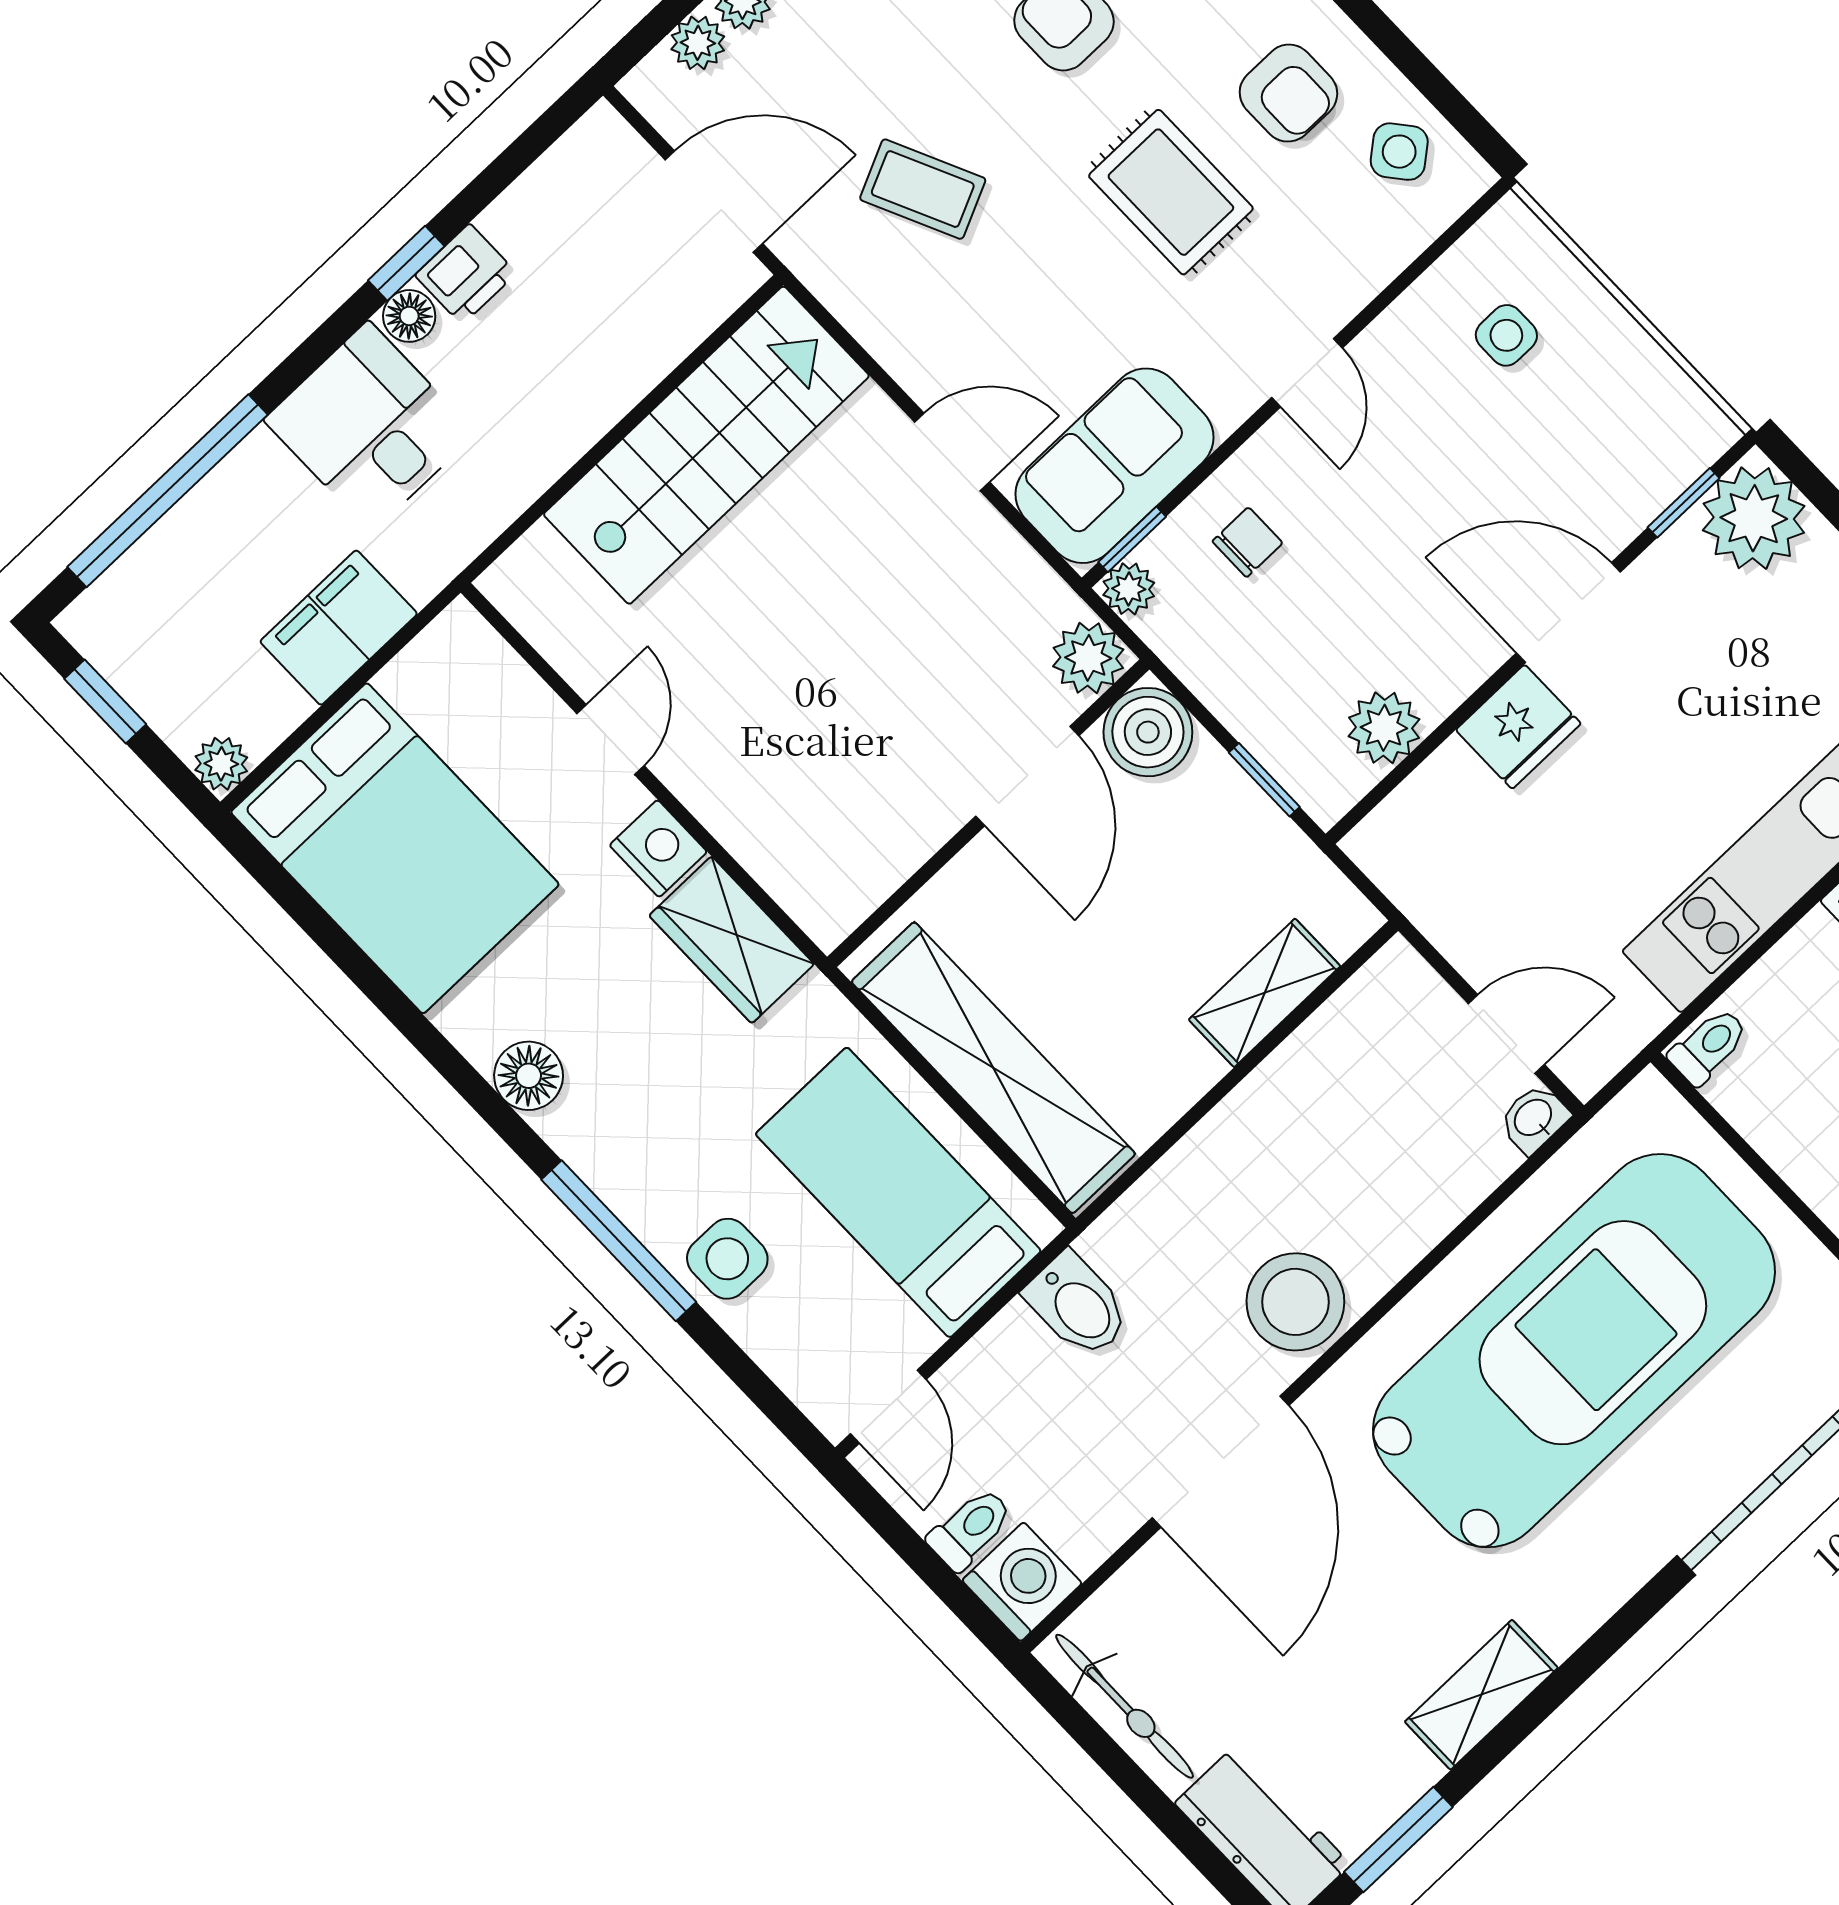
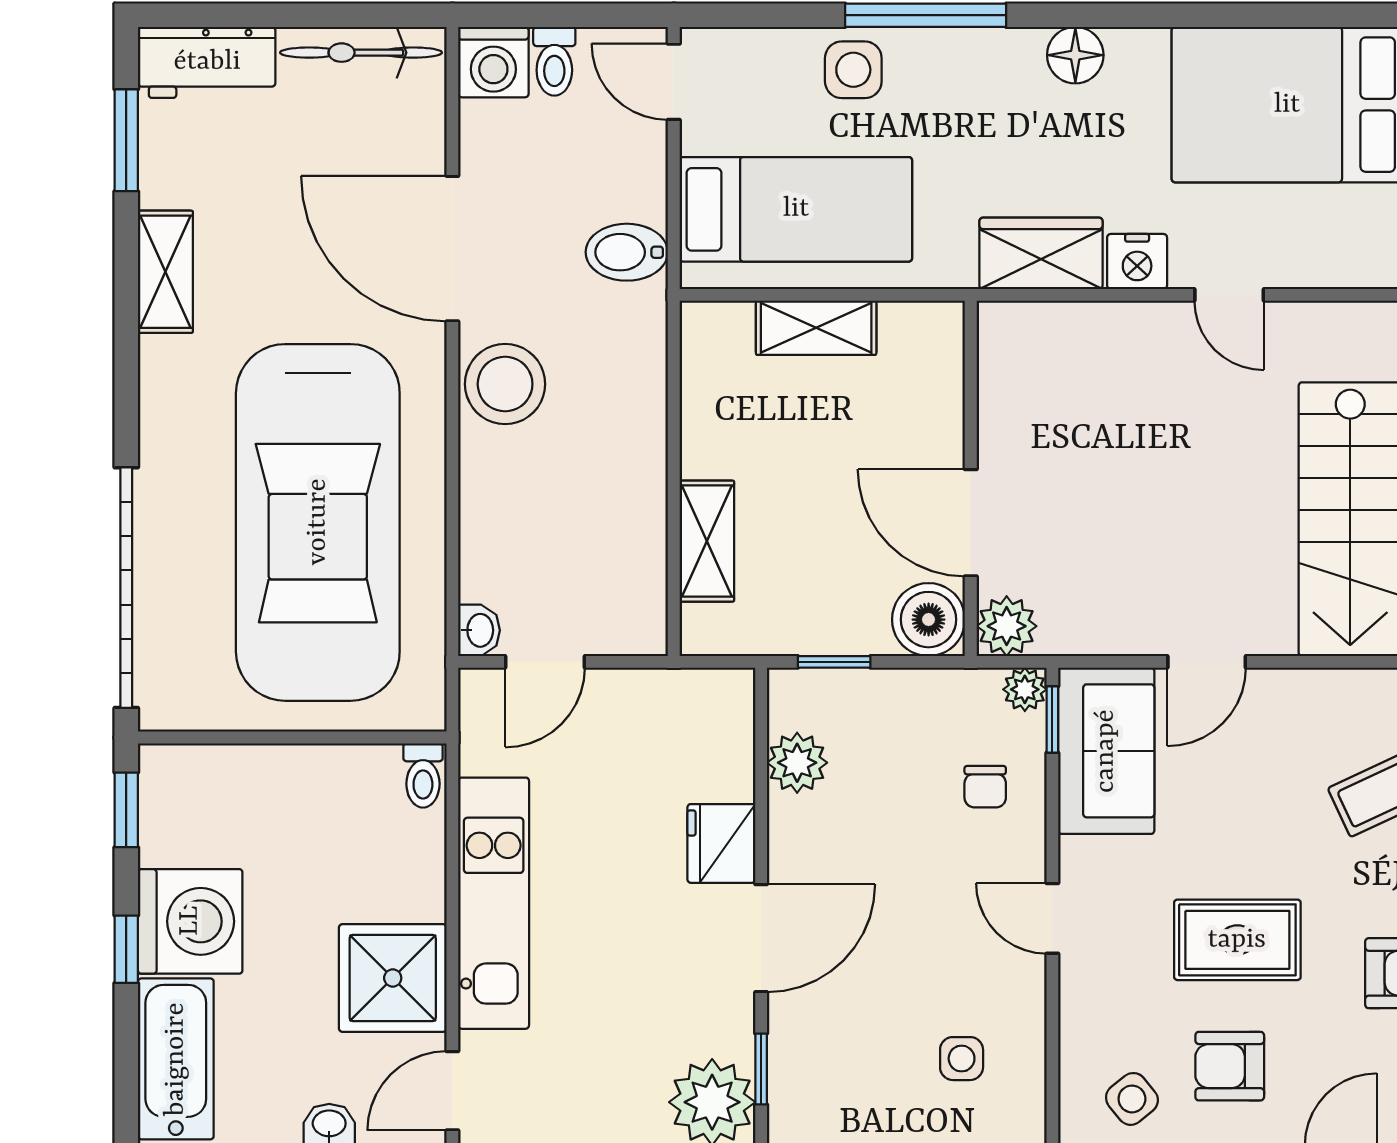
shelving: (993, 1068) -> (816, 328), width x0.45, depth x0.75

